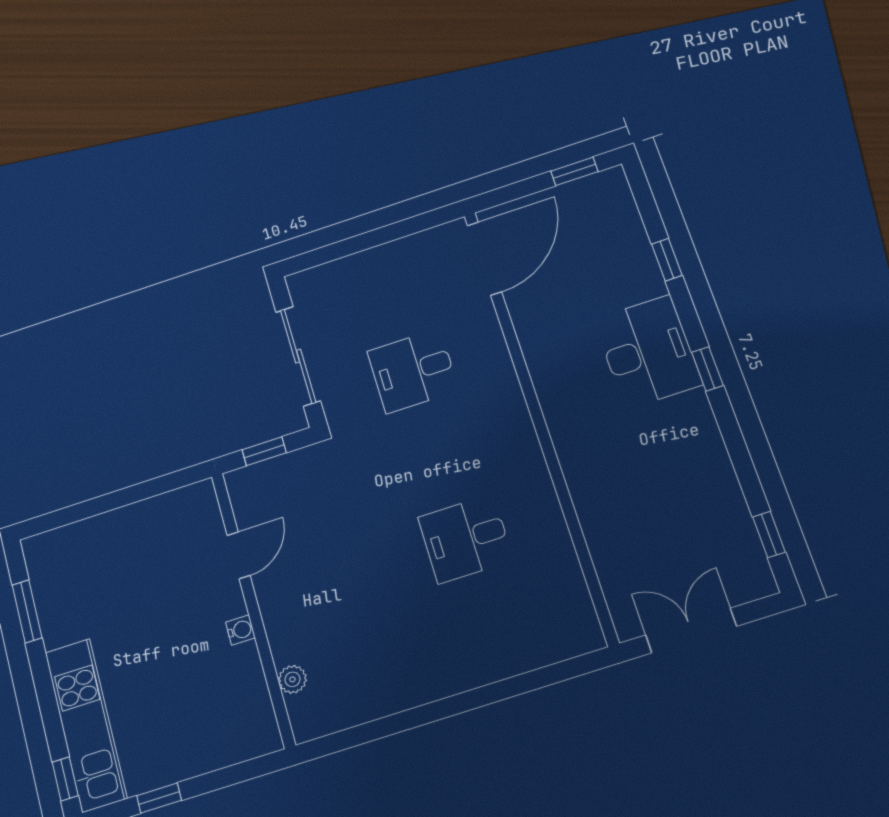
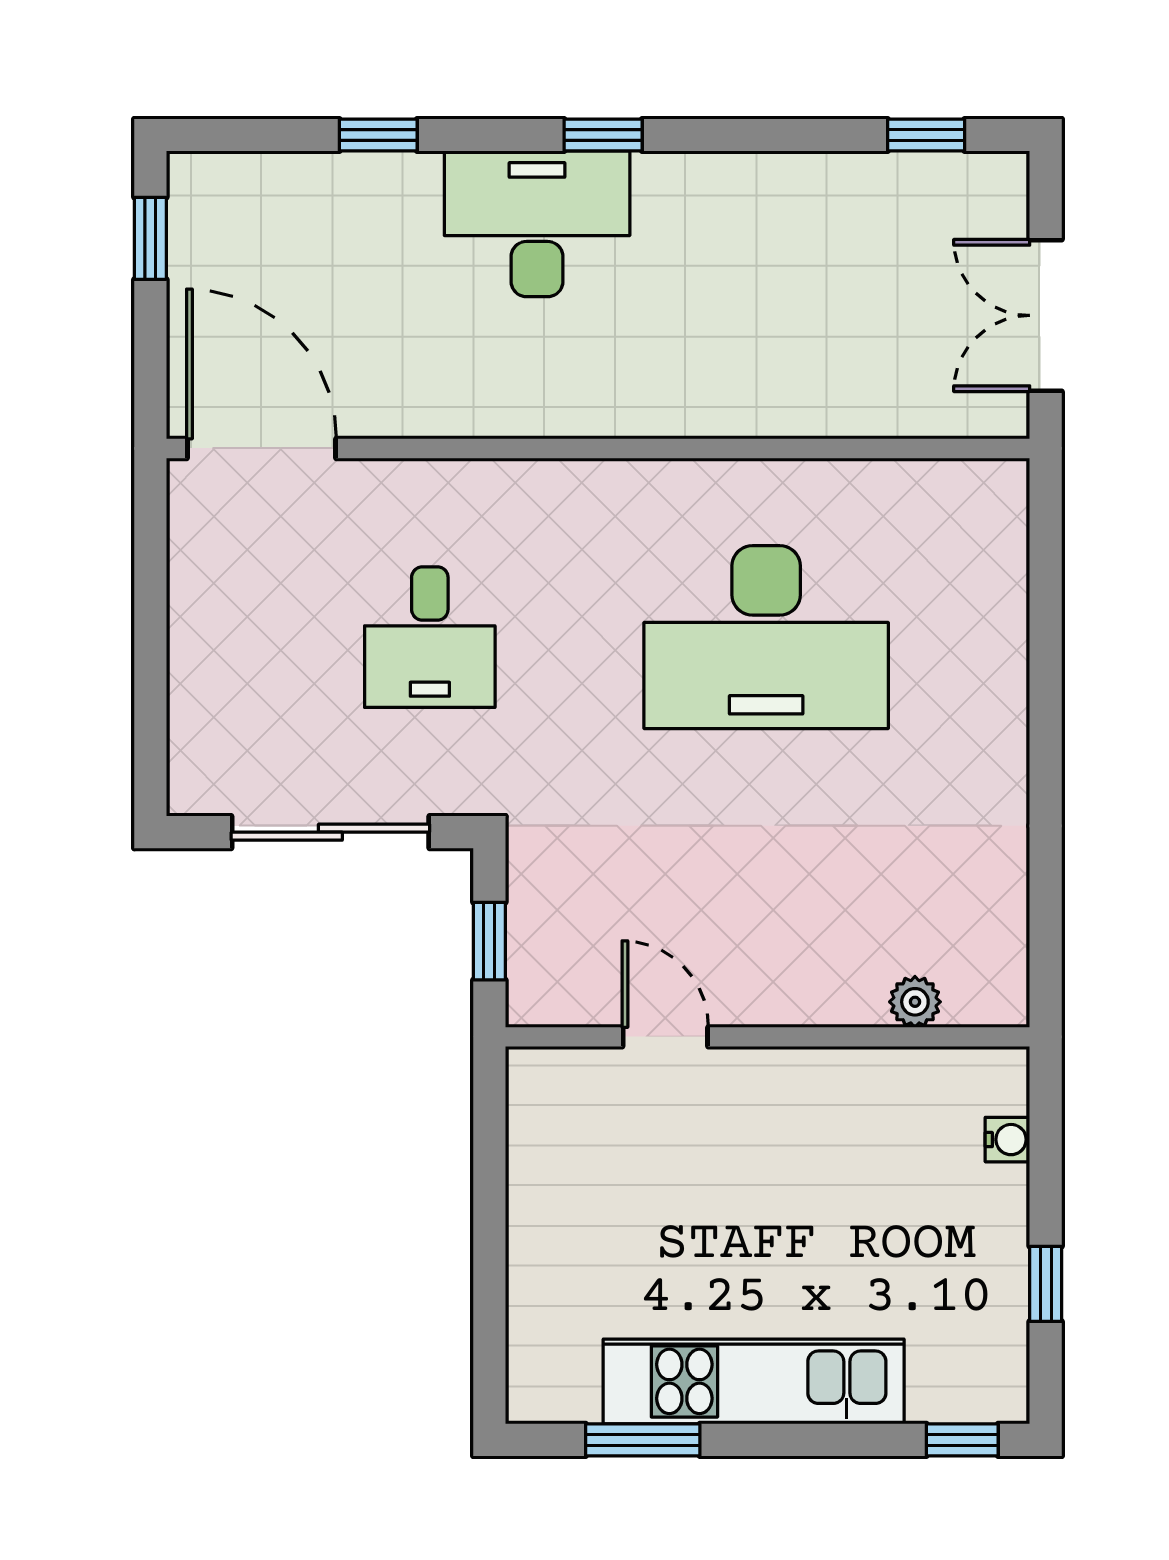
desk: (465, 539) -> (766, 637), width x1.87, depth x1.30
water cooler: (240, 630) -> (1007, 1140), moved, turned 90
kitchen unit: (86, 725) -> (754, 1381), moved

